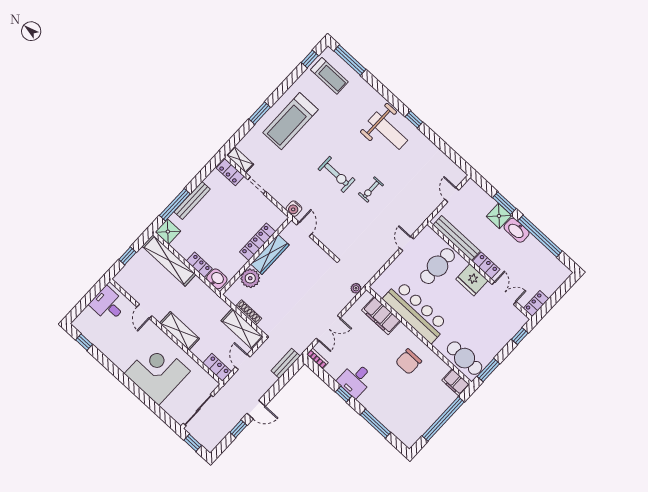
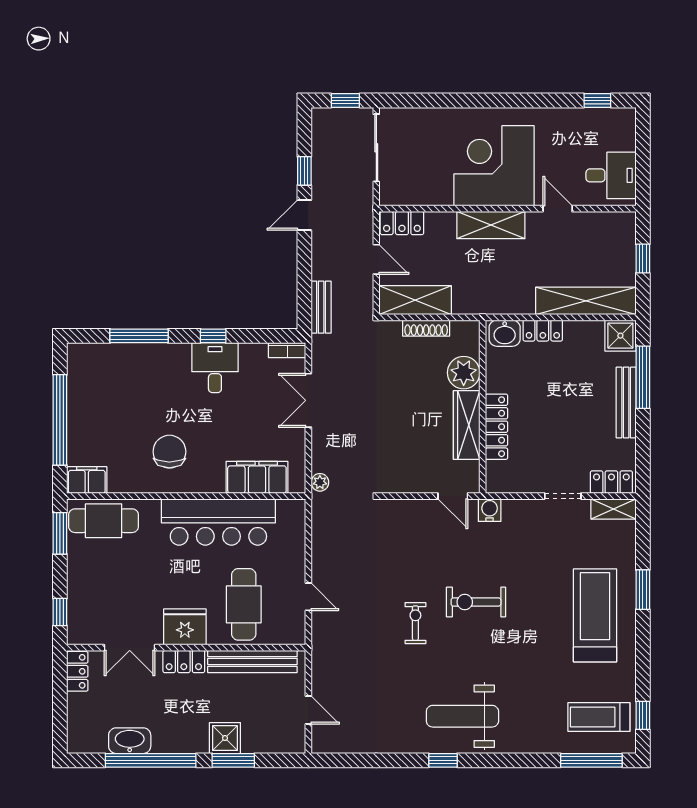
washbasin: (517, 230) -> (130, 741), moved
corner desk: (157, 372) -> (494, 166), moved, turned 180

